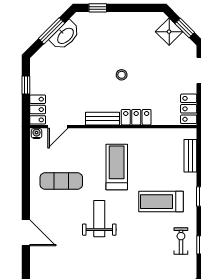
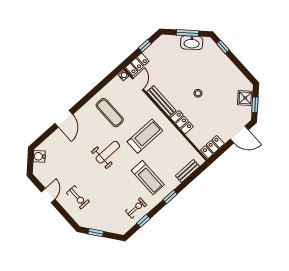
bench: (102, 119) -> (161, 101), width x1.36
door: (58, 127) -> (138, 84), swing flipped
treadmill: (161, 202) -> (148, 178), turned 180

